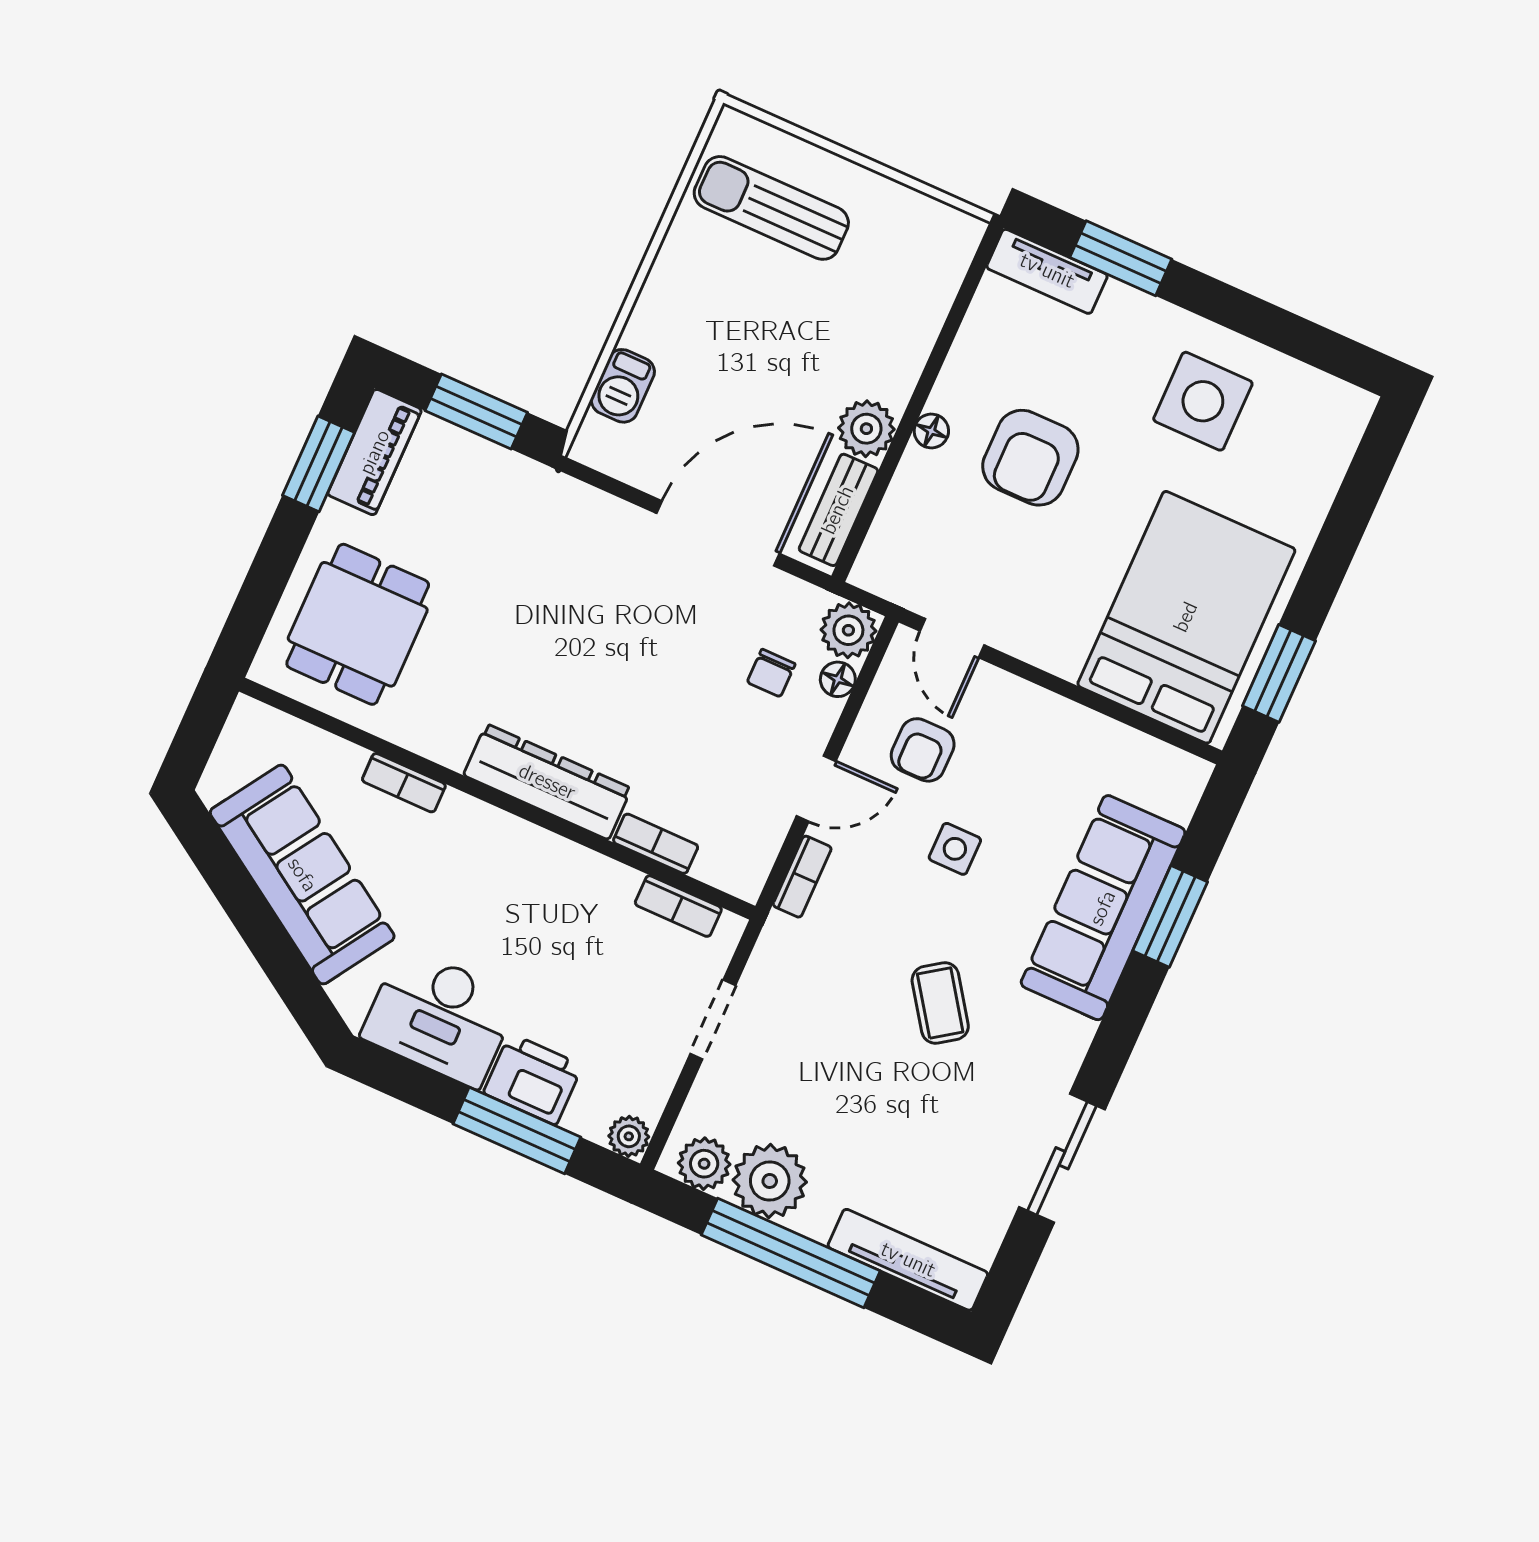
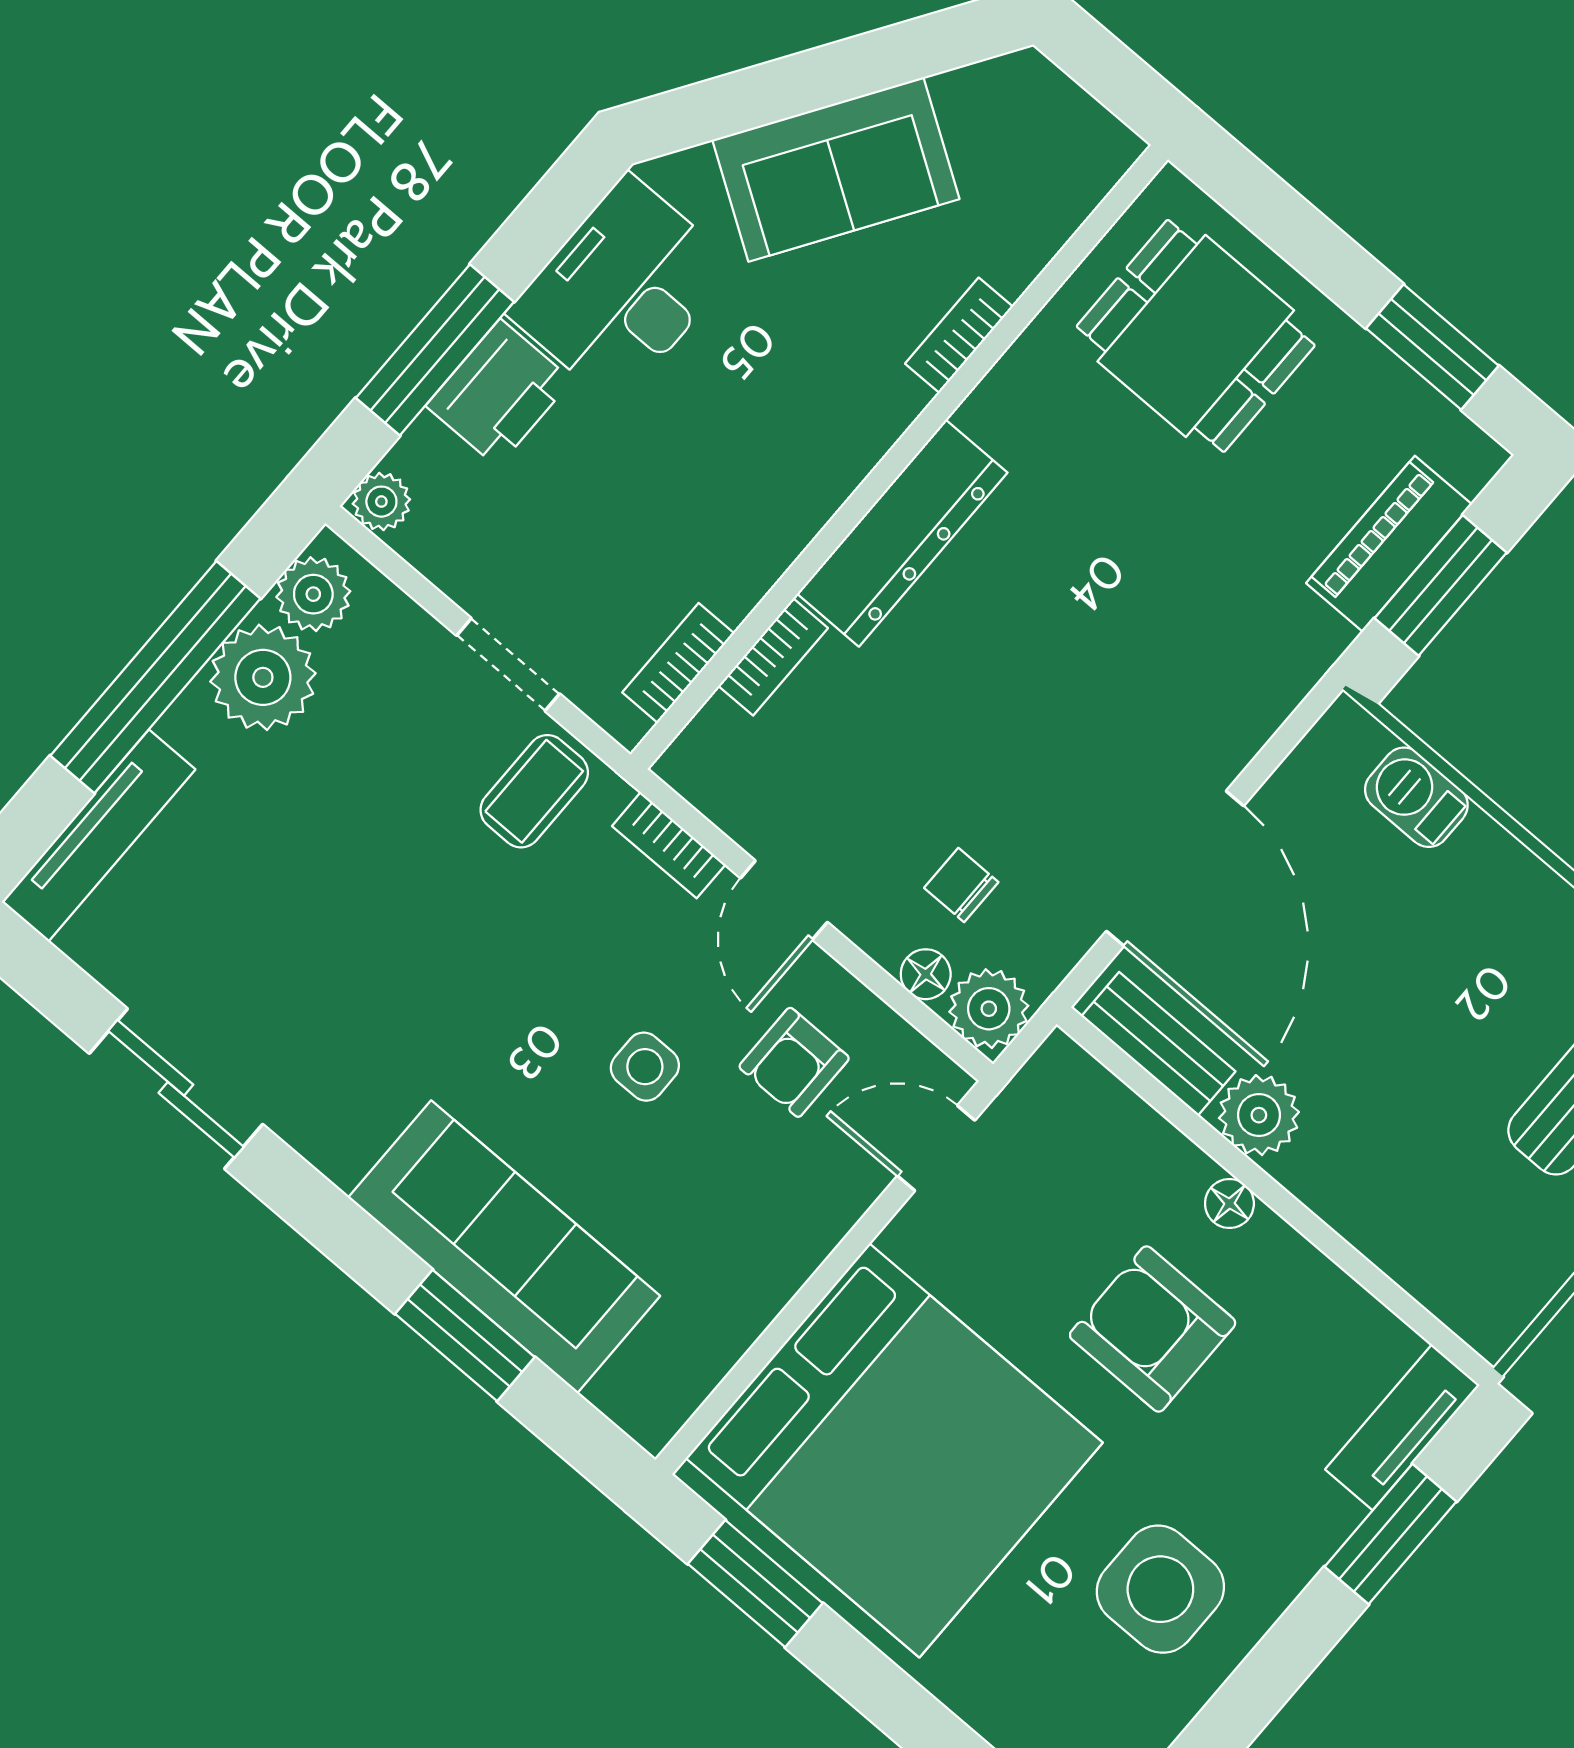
piano: (375, 452) -> (1389, 544), moved, turned 90
bed: (1186, 617) -> (894, 1450), width x1.36
armchair: (923, 750) -> (794, 1062), turned -90
sofa: (302, 875) -> (836, 169), width x0.73
coffee table: (940, 1003) -> (534, 791), moved, turned -55

